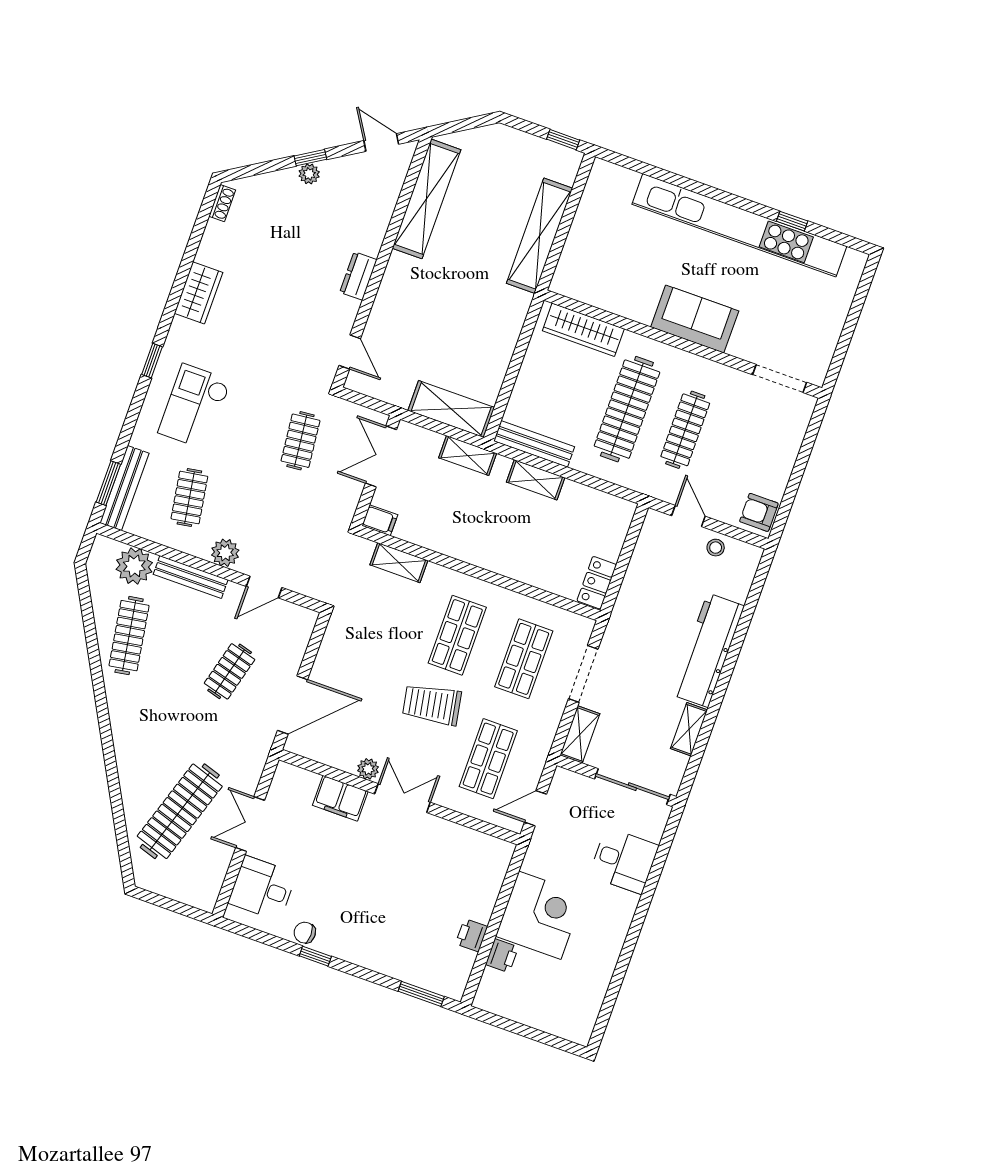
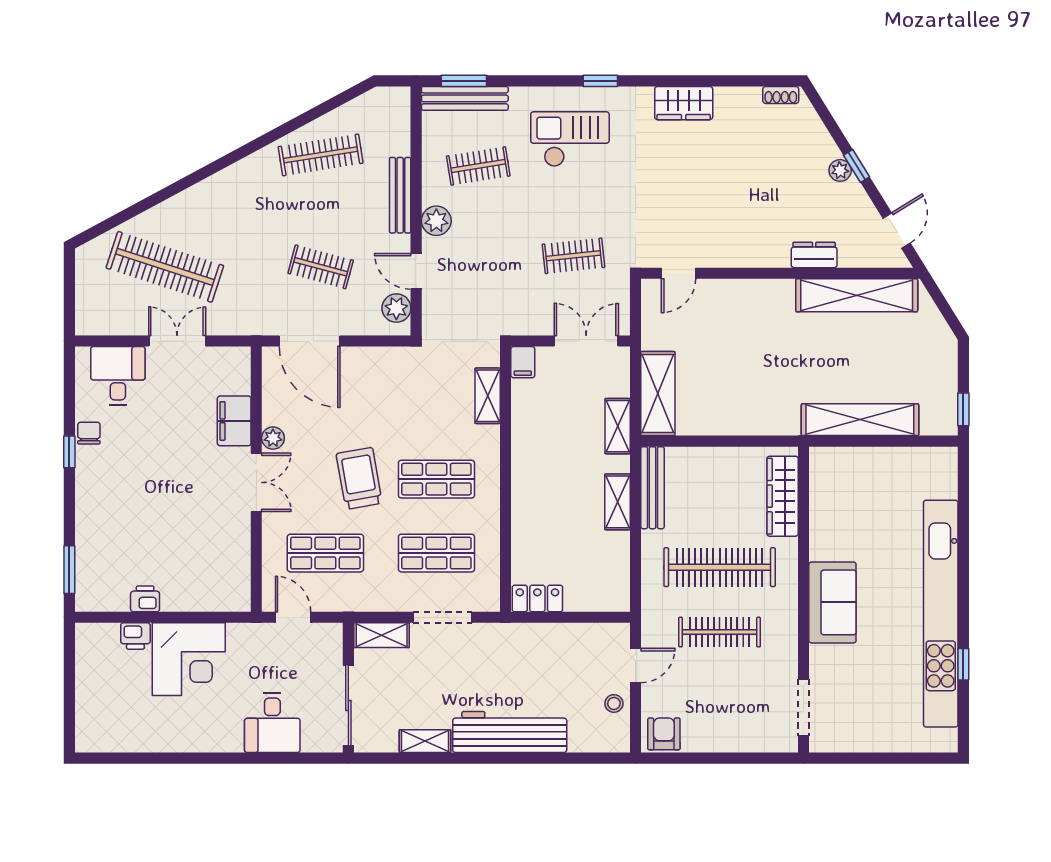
dresser: (358, 276) -> (814, 255), moved
plant: (134, 566) -> (396, 308), moved, width x0.73, depth x0.73

